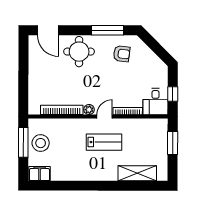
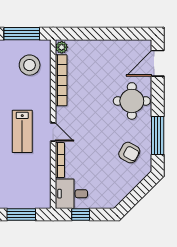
armchair: (122, 54) -> (129, 153), turned -68
plant: (89, 110) -> (62, 47), moved
stool: (41, 143) -> (30, 65), moved

